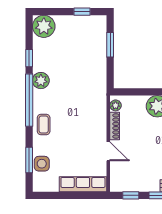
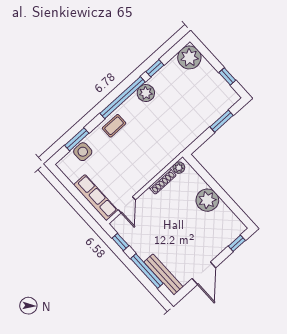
door: (108, 151) -> (127, 205), moved

